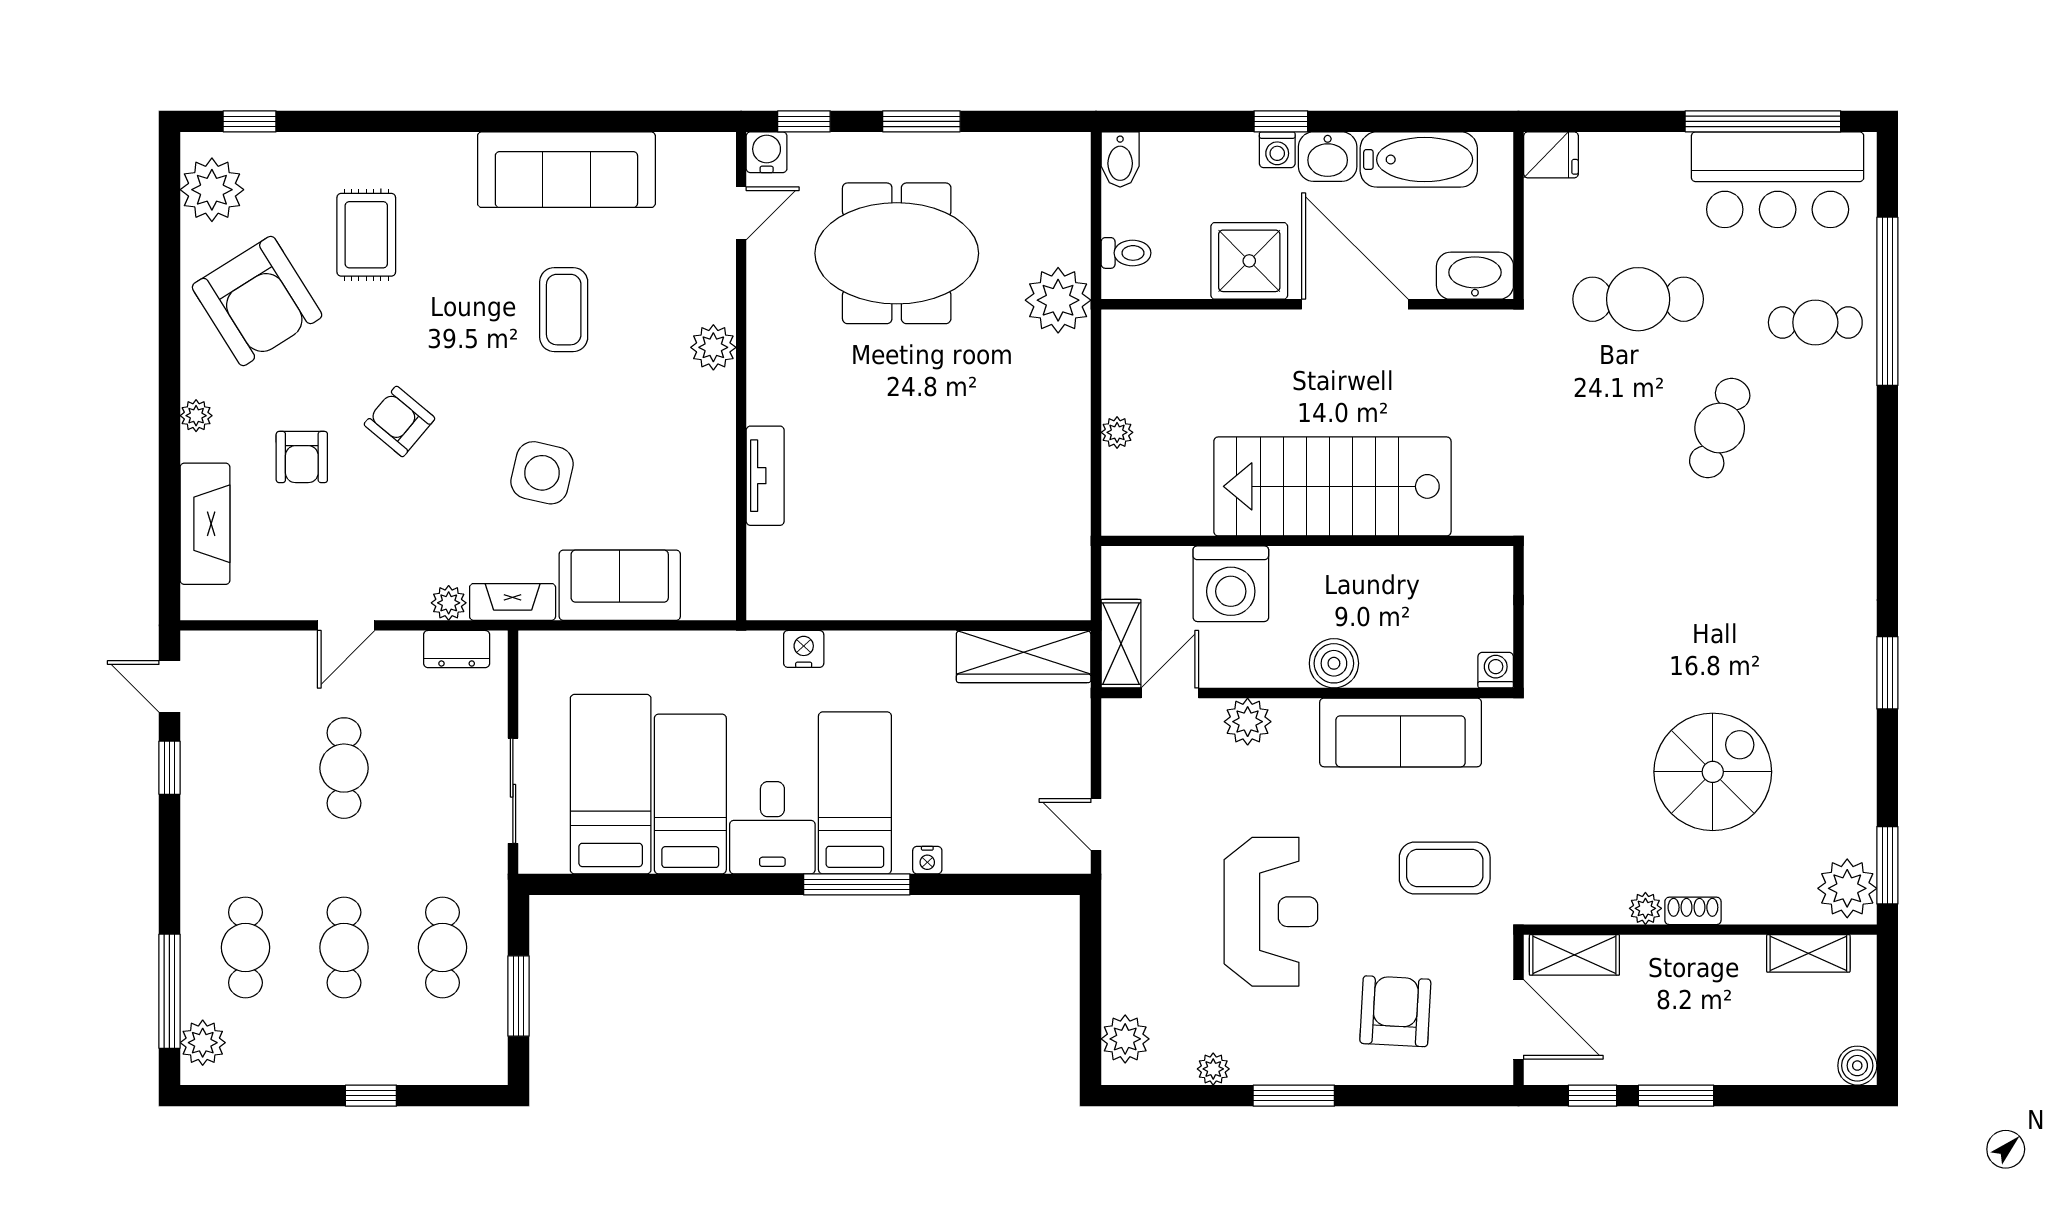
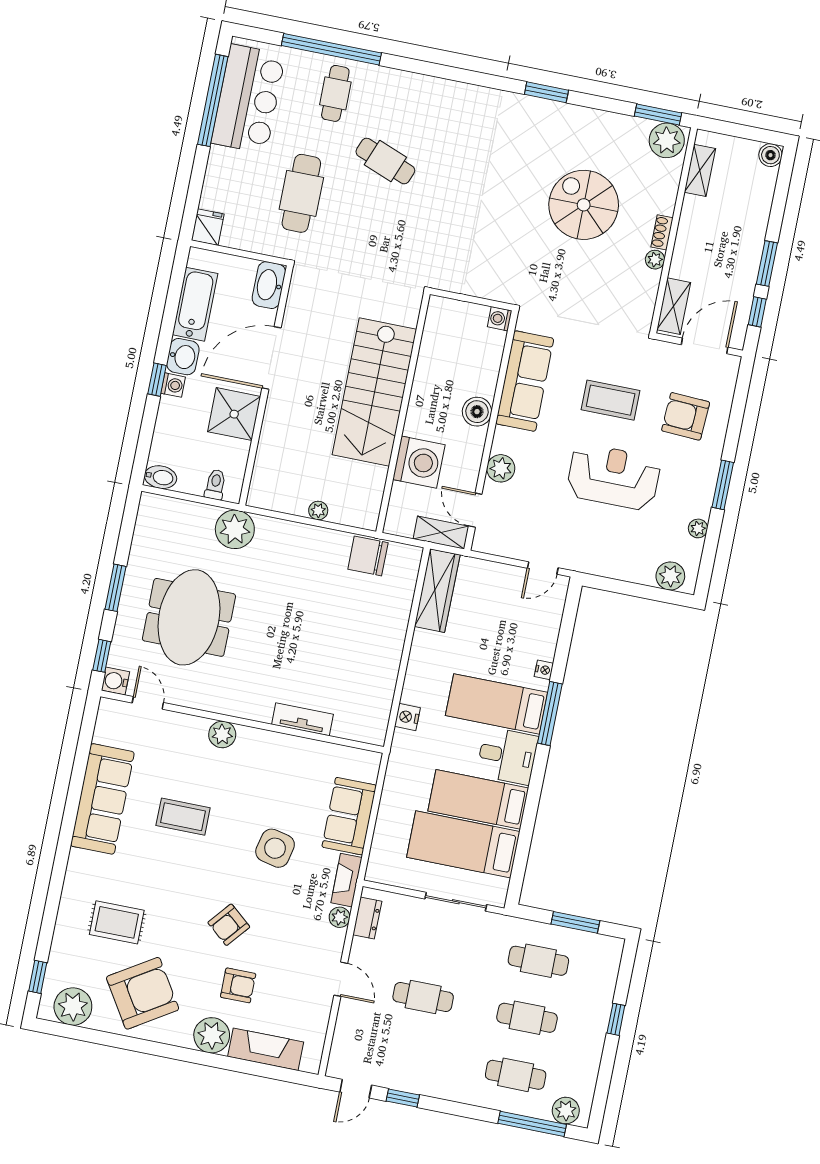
plant: (196, 416) -> (212, 1035), width x1.88, depth x1.88
chair: (1058, 530) -> (368, 556), added
coffee table: (1445, 868) -> (611, 400), moved, turned 90

